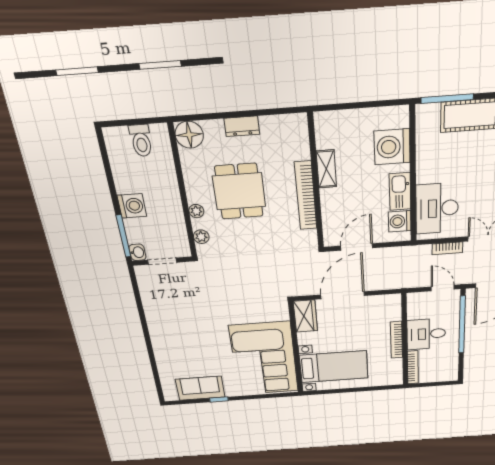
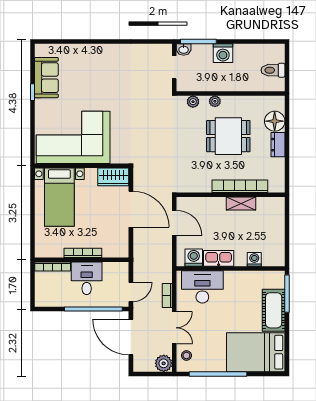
floor lamp: (189, 135) -> (275, 121), moved
washing machine: (392, 147) -> (254, 259), width x0.53, depth x0.53
bookcase: (306, 196) -> (240, 186), moved

